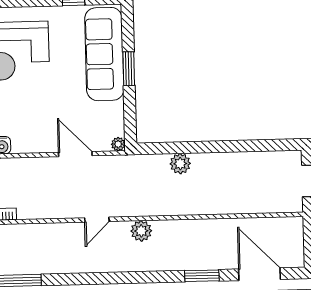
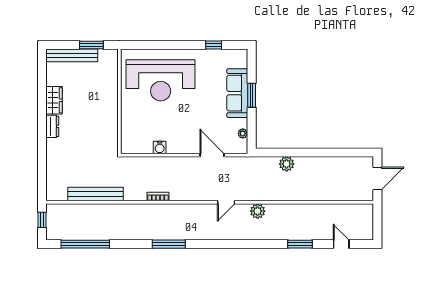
sofa: (104, 54) -> (237, 93), width x0.74, depth x0.79
plant: (118, 144) -> (243, 133), moved
door: (260, 274) -> (341, 244), width x0.53

